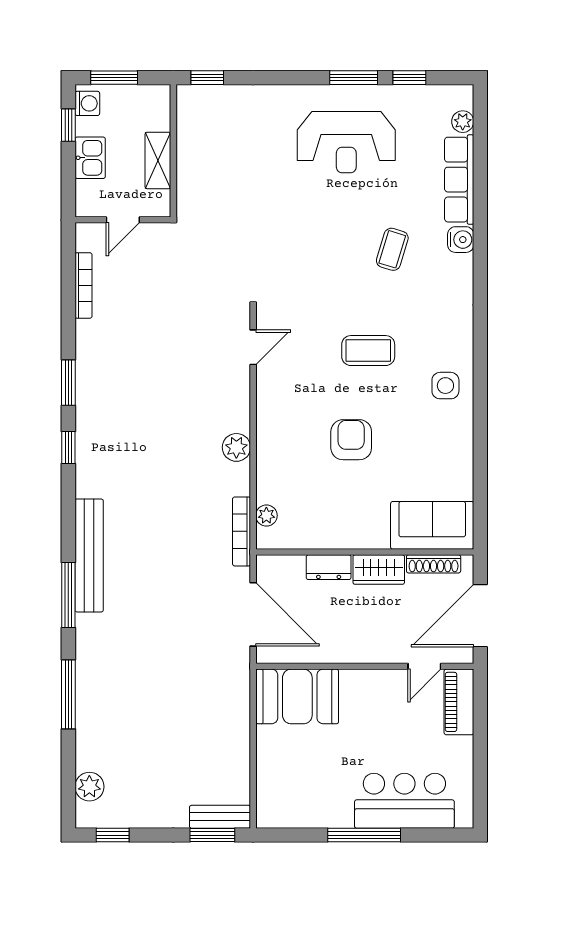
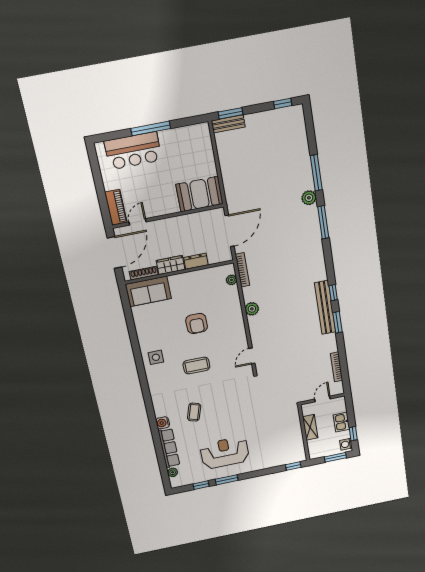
bench: (89, 555) -> (325, 307), moved
door: (253, 614) -> (229, 231), swing flipped
plant: (89, 787) -> (309, 198), moved

